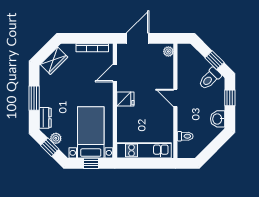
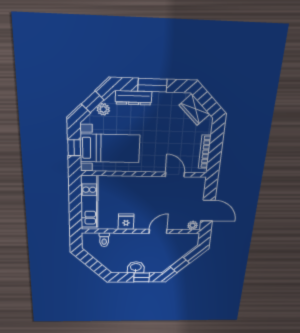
door: (137, 38) -> (208, 211), moved
toilet: (210, 79) -> (162, 261), removed
door: (175, 98) -> (158, 231), moved
fridge: (125, 99) -> (126, 222), moved, turned 180
dresser: (45, 118) -> (134, 98), width x1.44
washbasin: (218, 119) -> (136, 267), moved

